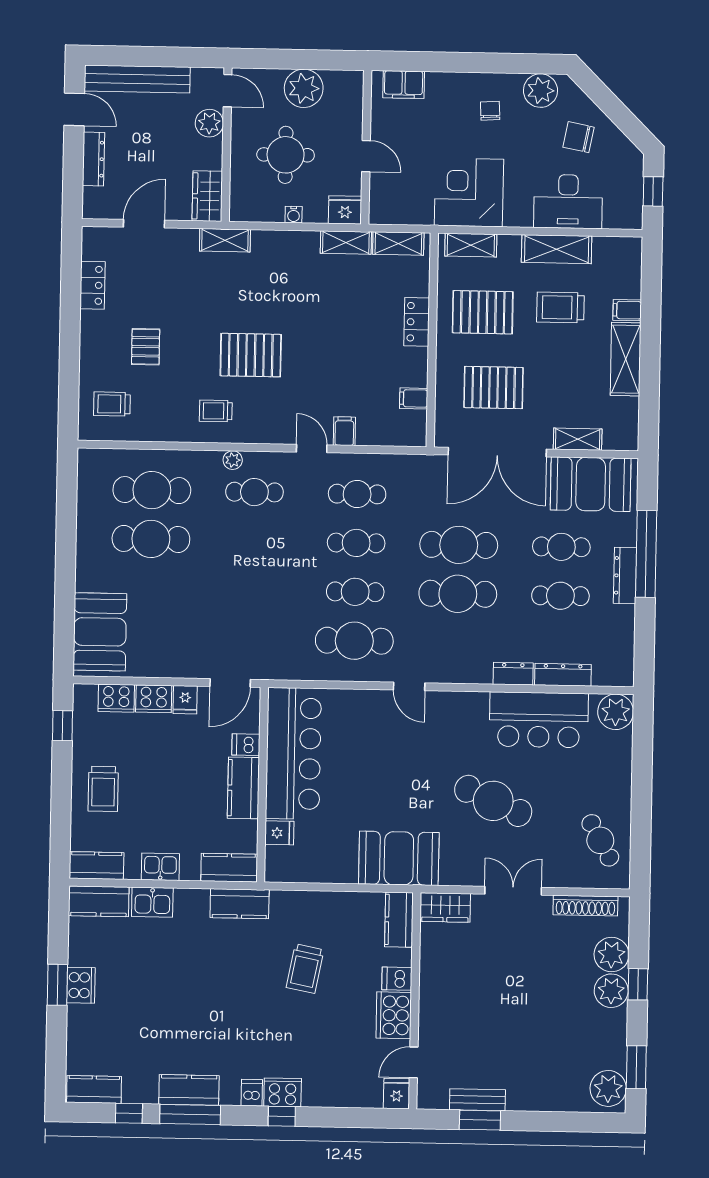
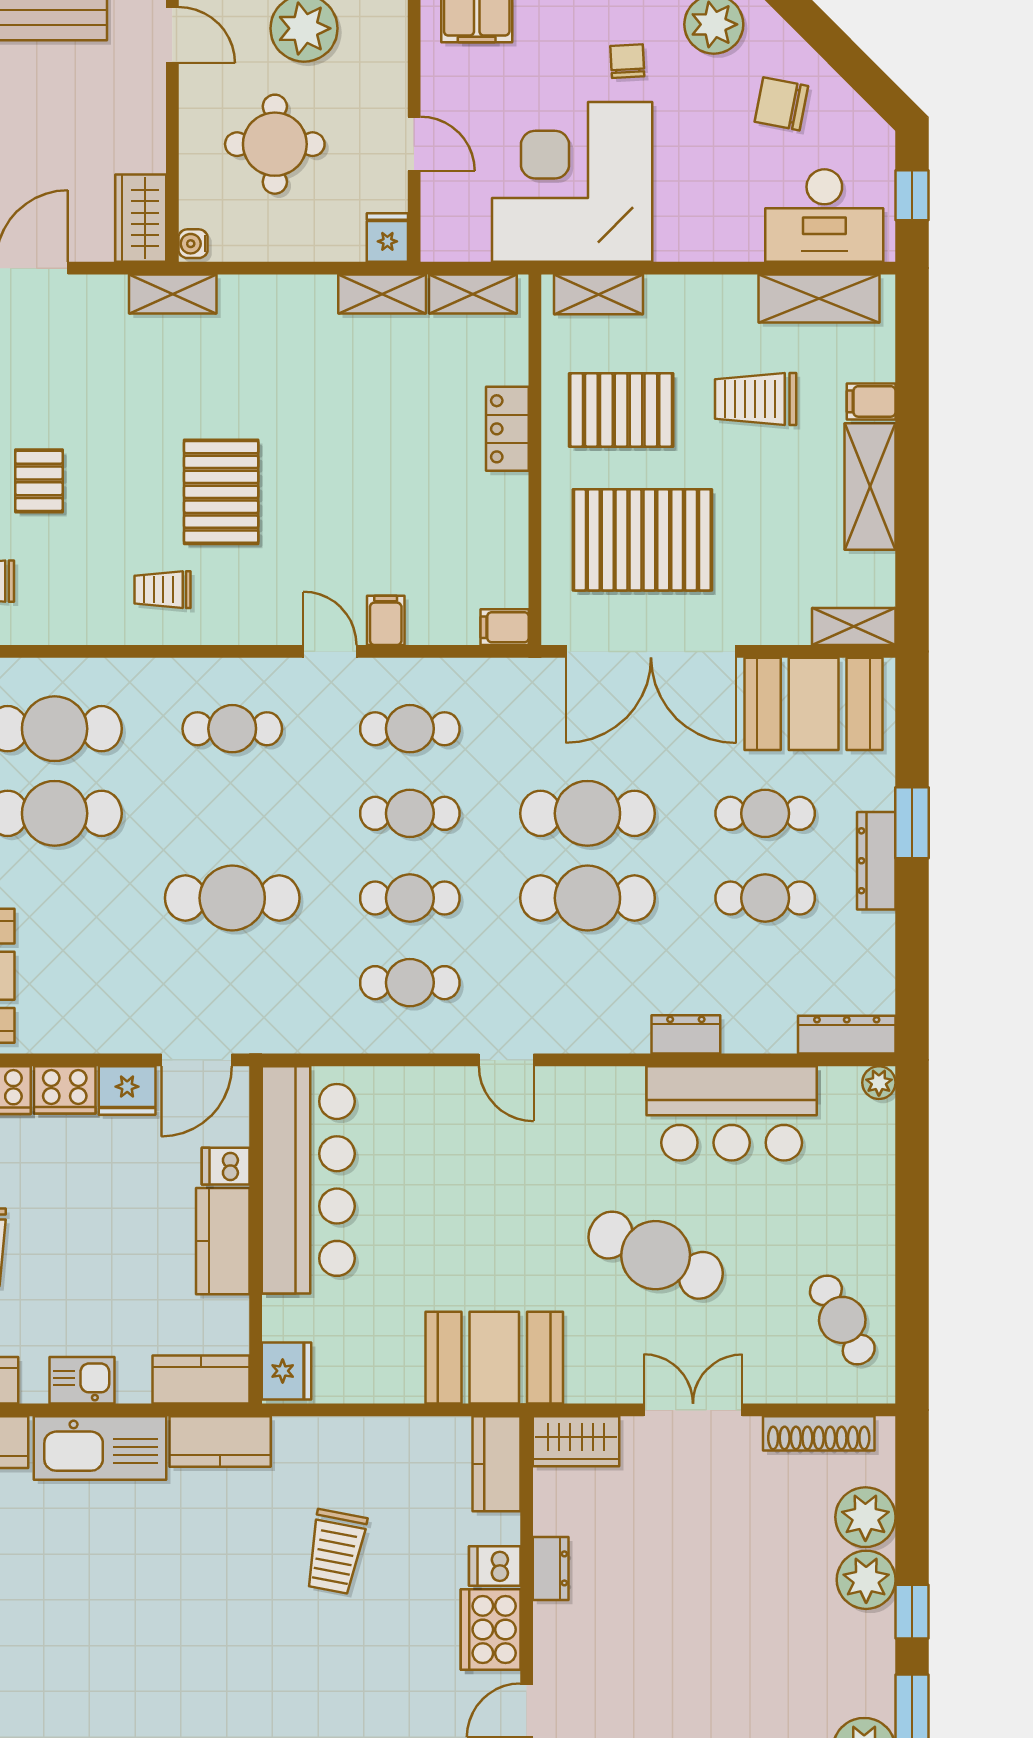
plant: (209, 123) -> (142, 92), removed
corner desk: (469, 192) -> (572, 182), width x1.36, depth x1.36
desk: (568, 201) -> (824, 215), moved
fridge: (345, 210) -> (387, 237), width x0.72
water cooler: (294, 215) -> (193, 244), moved, turned 90
shelving: (557, 249) -> (819, 298), moved
pallet: (251, 355) -> (221, 492), turned 90
pallet: (494, 388) -> (642, 540), width x1.37, depth x1.41
filing cabinet: (414, 398) -> (505, 627), moved
shelving: (578, 439) -> (854, 626), moved
plant: (233, 460) -> (193, 674), removed
window: (646, 554) -> (912, 823), width x0.47
cafe table: (253, 590) -> (232, 898), added
cafe table: (354, 641) -> (410, 983), width x0.73, depth x0.74
dresser: (563, 675) -> (847, 1035), moved
fridge: (185, 700) -> (127, 1090), width x1.38
plant: (616, 712) -> (879, 1083), width x0.53, depth x0.53
fridge: (279, 833) -> (287, 1371), moved, width x1.38
kitchen sink: (152, 902) -> (100, 1448), width x1.88, depth x1.24
dresser: (429, 981) -> (551, 1568), added
window: (638, 984) -> (912, 1612), moved

